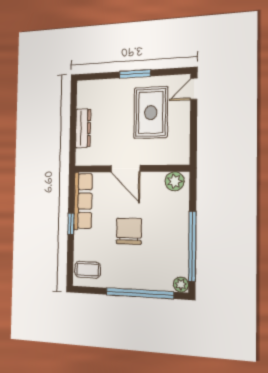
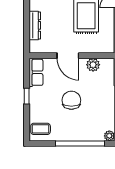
plant: (175, 181) -> (93, 65), moved
row of seats: (83, 201) -> (36, 72), width x0.68

